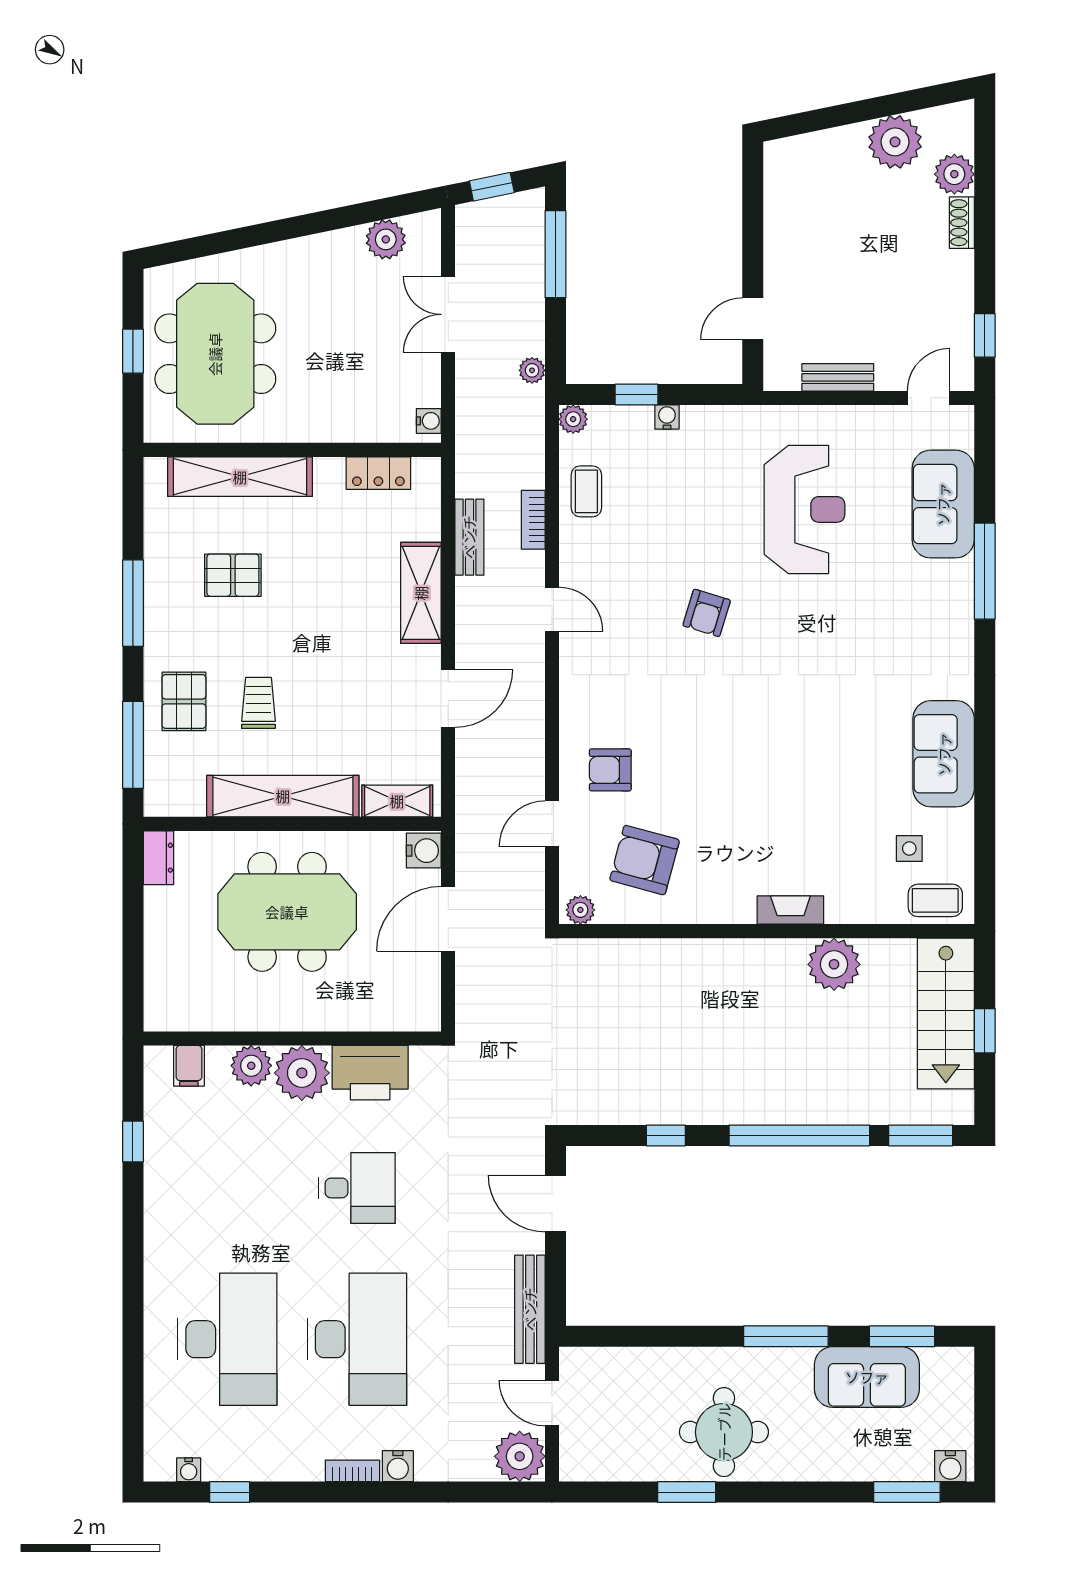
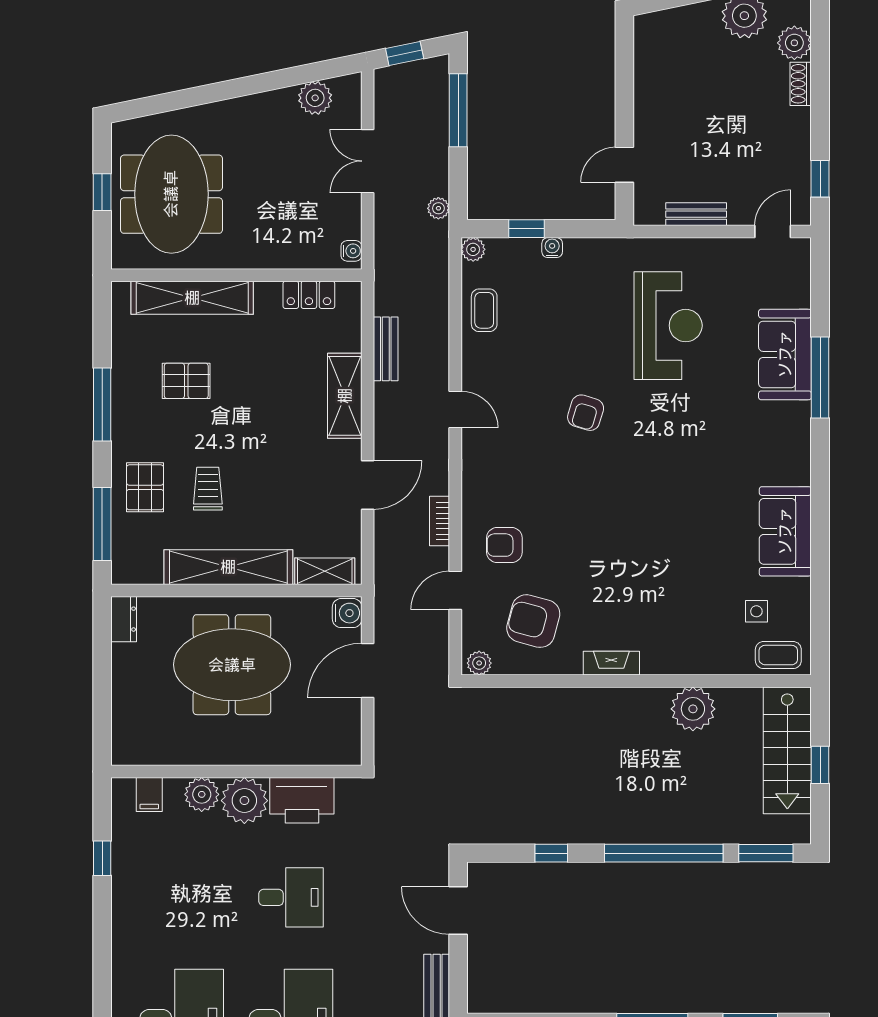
sofa: (943, 504) -> (785, 354), moved
bookcase: (533, 520) -> (439, 521), moved
fireplace: (790, 910) -> (611, 663), moved

